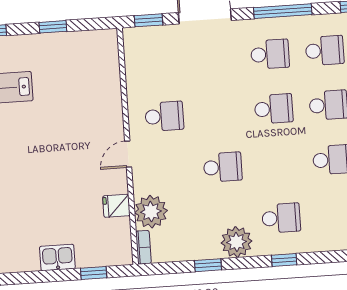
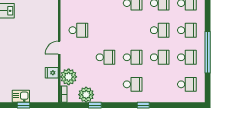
school desk: (274, 109) -> (133, 57), moved
plant: (236, 242) -> (86, 95), moved
window: (284, 260) -> (143, 105), moved
window: (94, 273) -> (24, 105), moved

